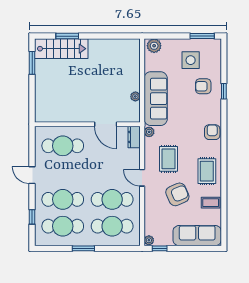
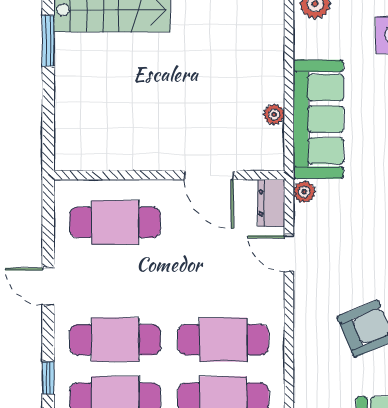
rug: (169, 159) -> (347, 251), removed
door: (142, 178) -> (289, 254), moved

